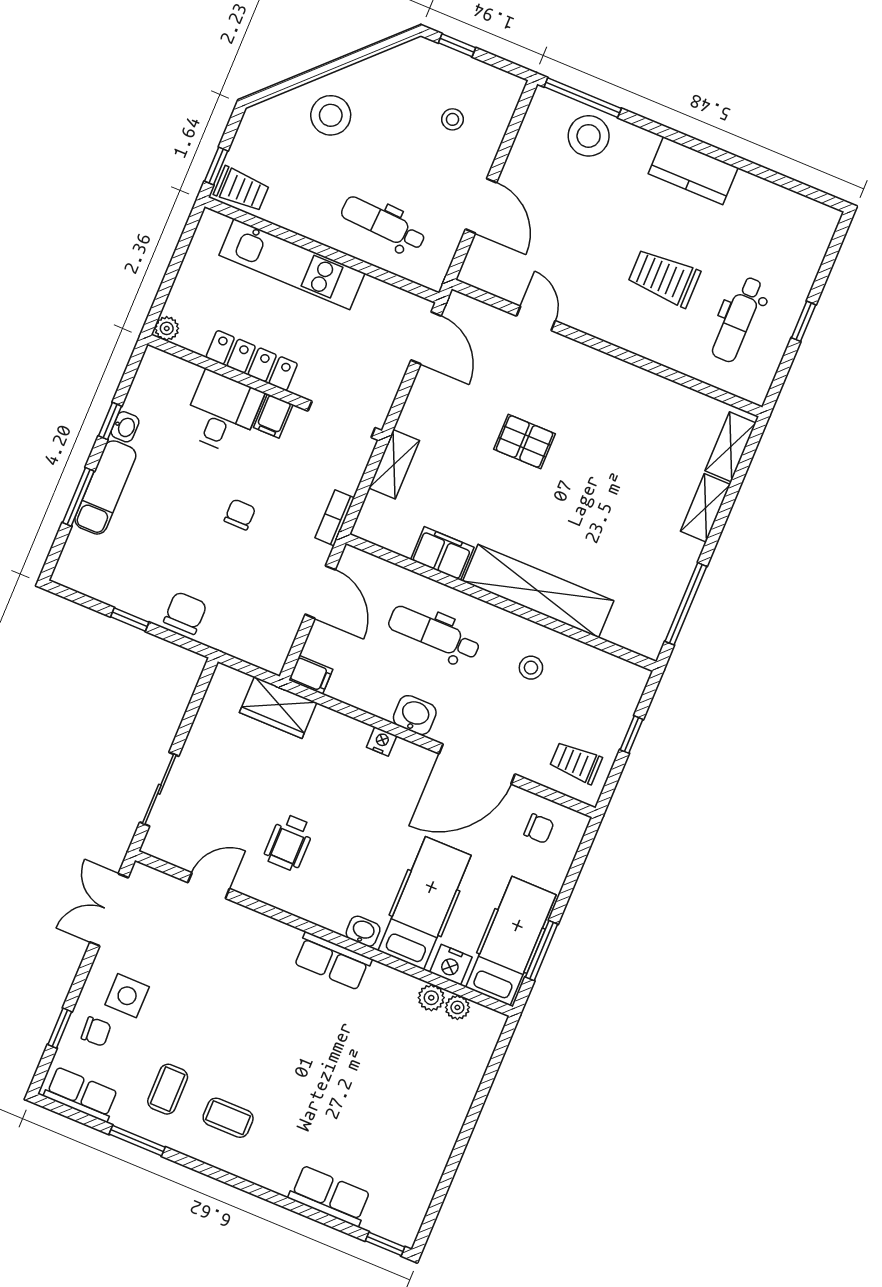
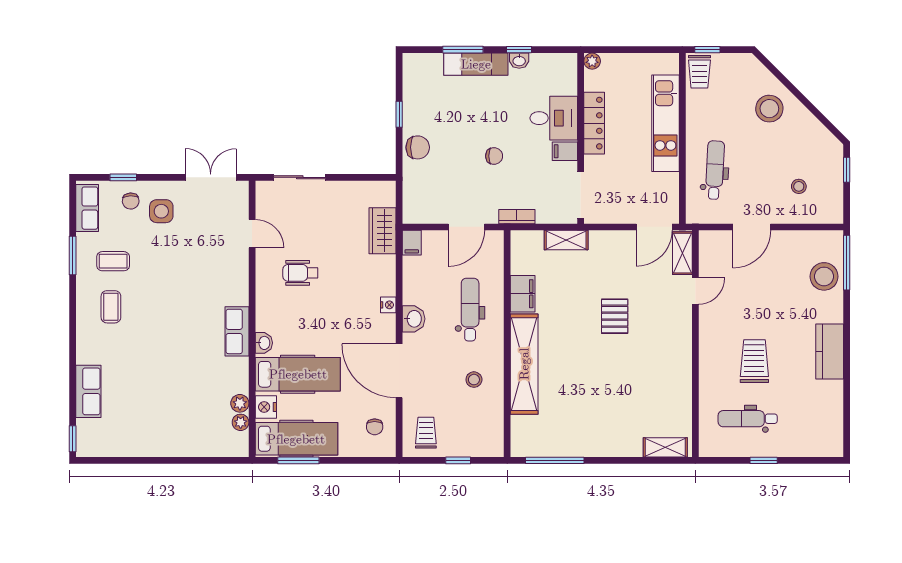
shelving: (705, 508) -> (682, 253), moved, turned 90

